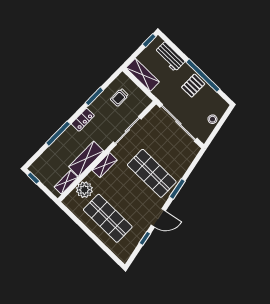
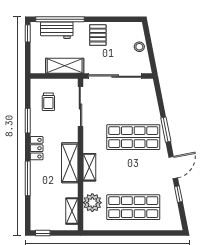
shelving: (143, 75) -> (65, 66), moved
window: (203, 76) -> (60, 19), moved
sliding door: (127, 131) -> (80, 107), moved
shelving: (86, 159) -> (70, 163), moved

